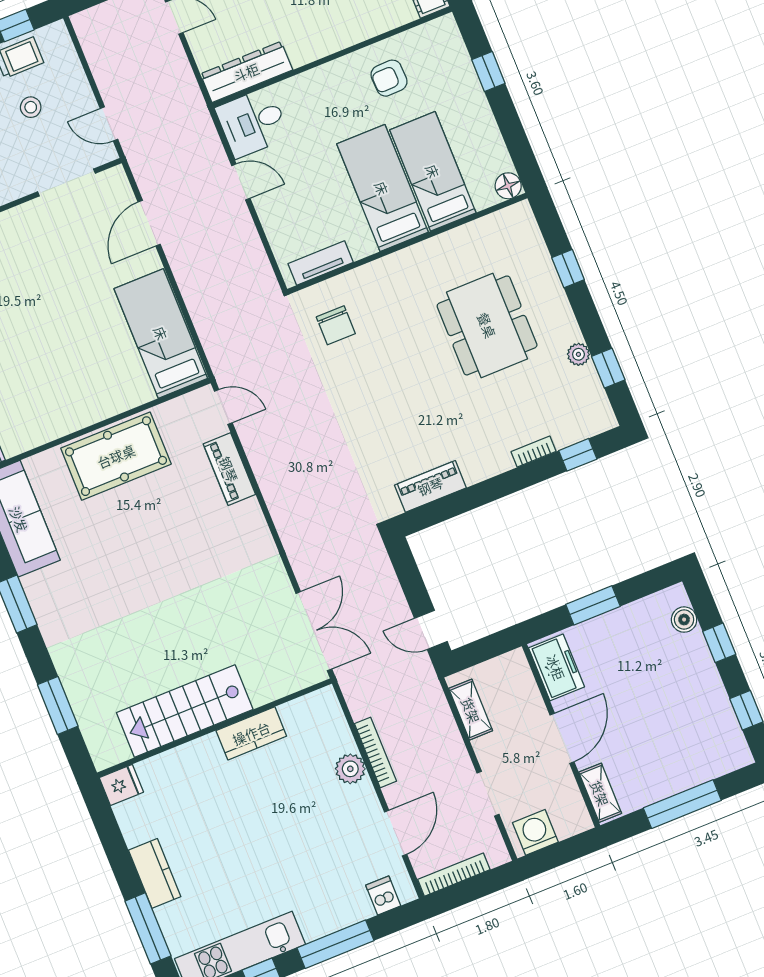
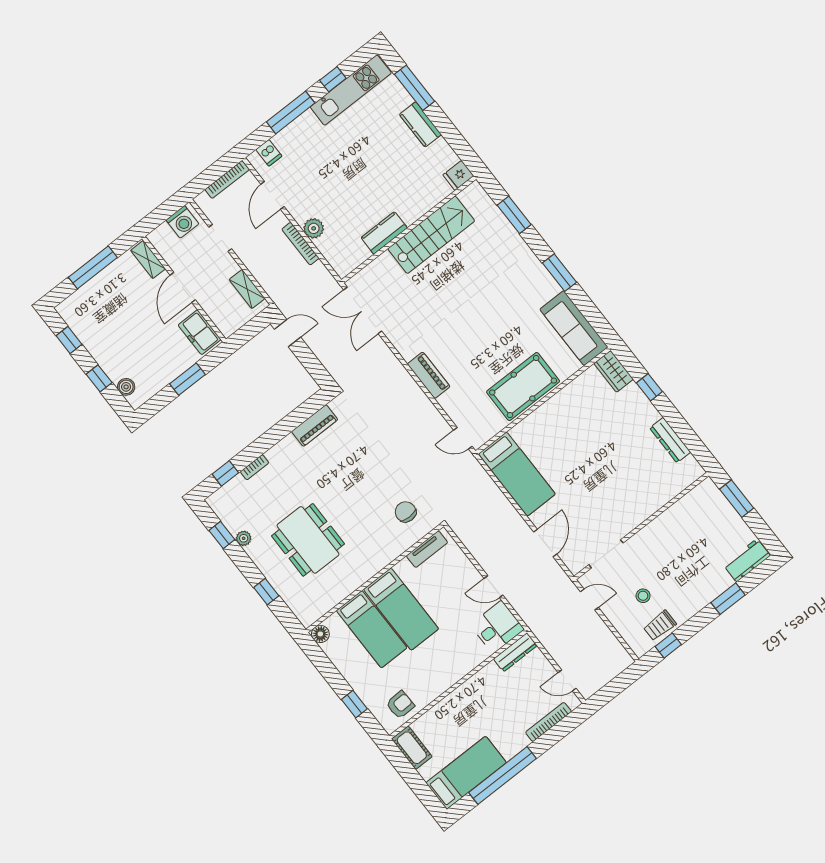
dresser: (246, 72) -> (515, 652), width x0.73, depth x0.80
armchair: (389, 78) -> (400, 705), moved
piano: (229, 469) -> (429, 375), moved

